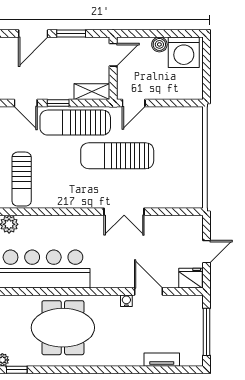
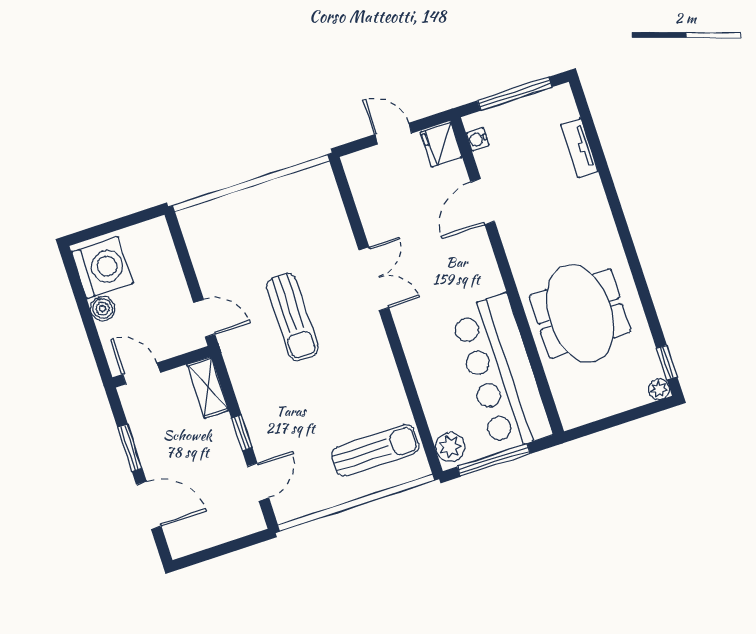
sun lounger: (75, 123) -> (263, 397), removed
sun lounger: (117, 156) -> (292, 317), width x0.73, depth x0.75
water cooler: (126, 301) -> (478, 139), moved

